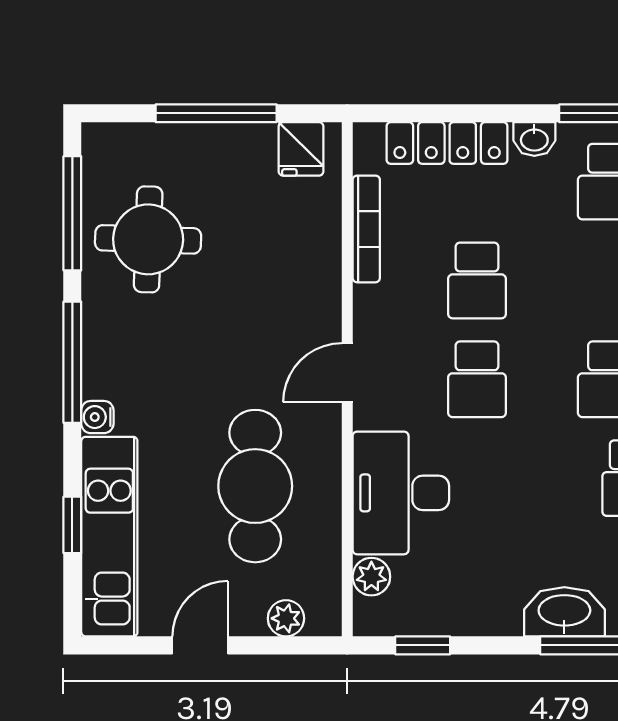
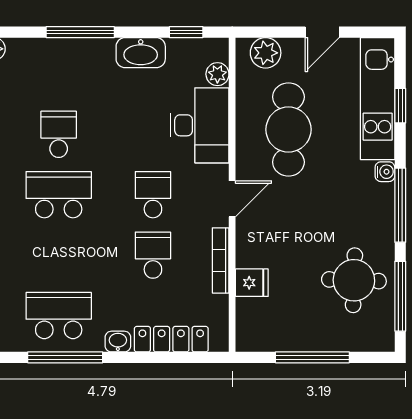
fridge: (301, 149) -> (252, 283), moved, turned 90
bookcase: (366, 229) -> (221, 260), moved
washbasin: (564, 612) -> (141, 53), moved
plant: (286, 618) -> (266, 53), width x1.38, depth x1.38

